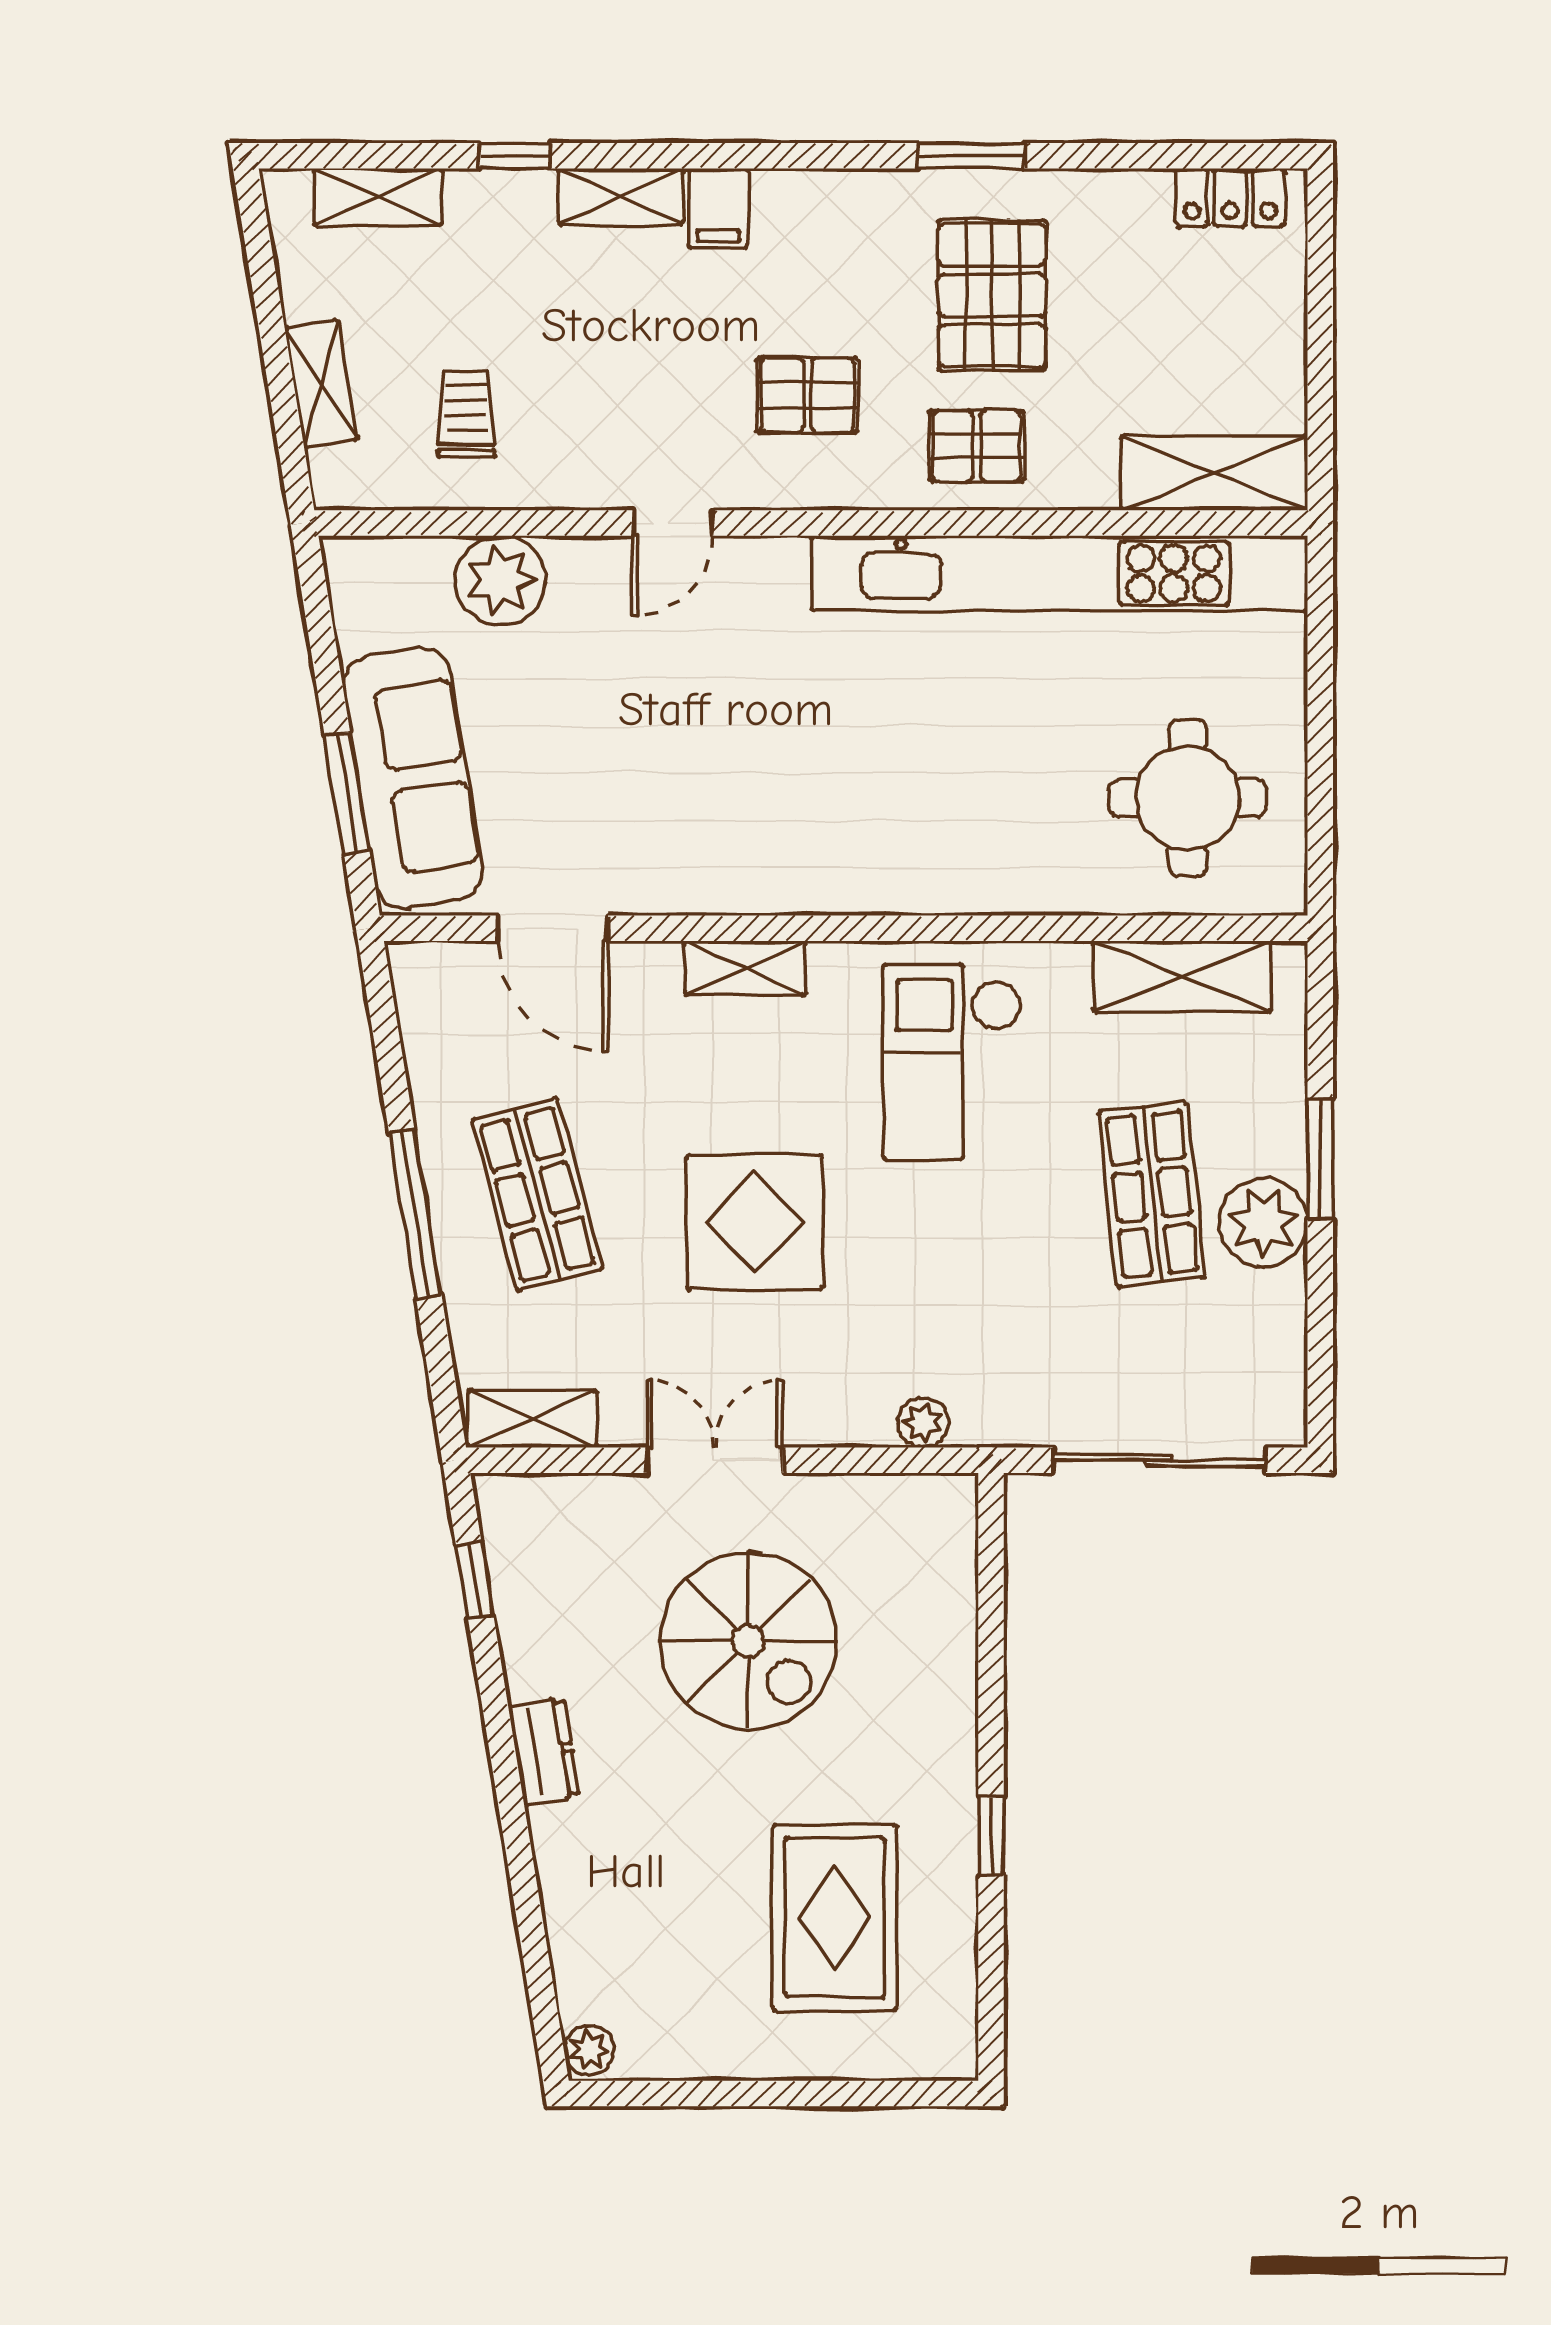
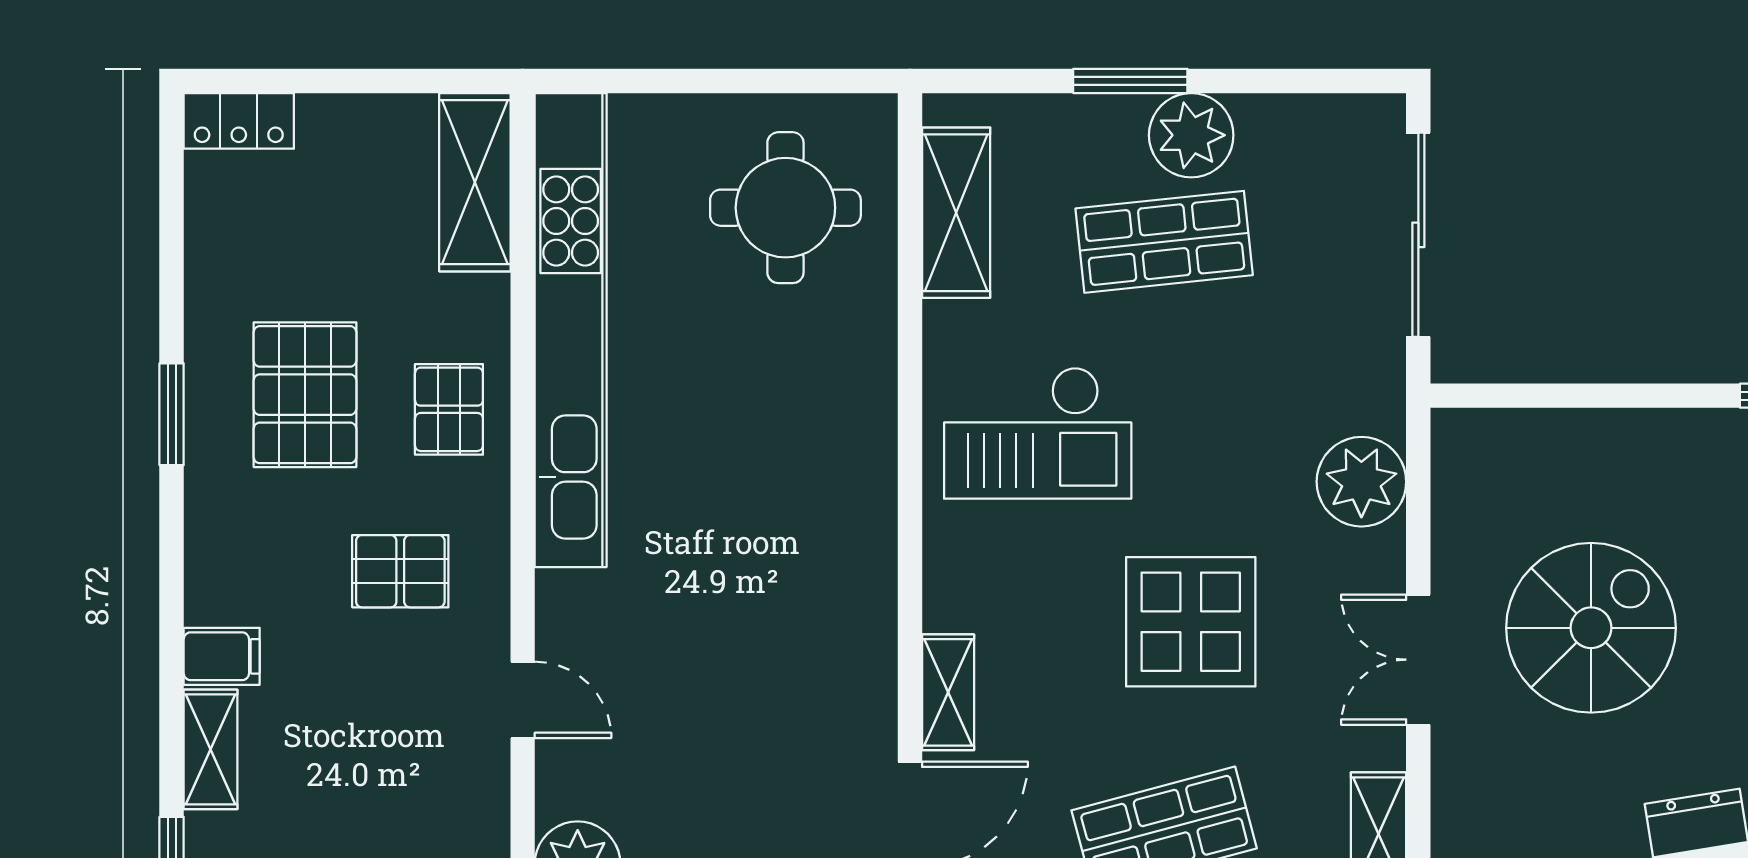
locker: (1230, 198) -> (239, 121), moved, turned 90
pallet: (992, 295) -> (305, 395), turned 90
pallet: (807, 395) -> (400, 571), turned 90
shelving: (745, 968) -> (948, 692), moved
plant: (923, 1423) -> (1361, 482), width x1.88, depth x1.88

